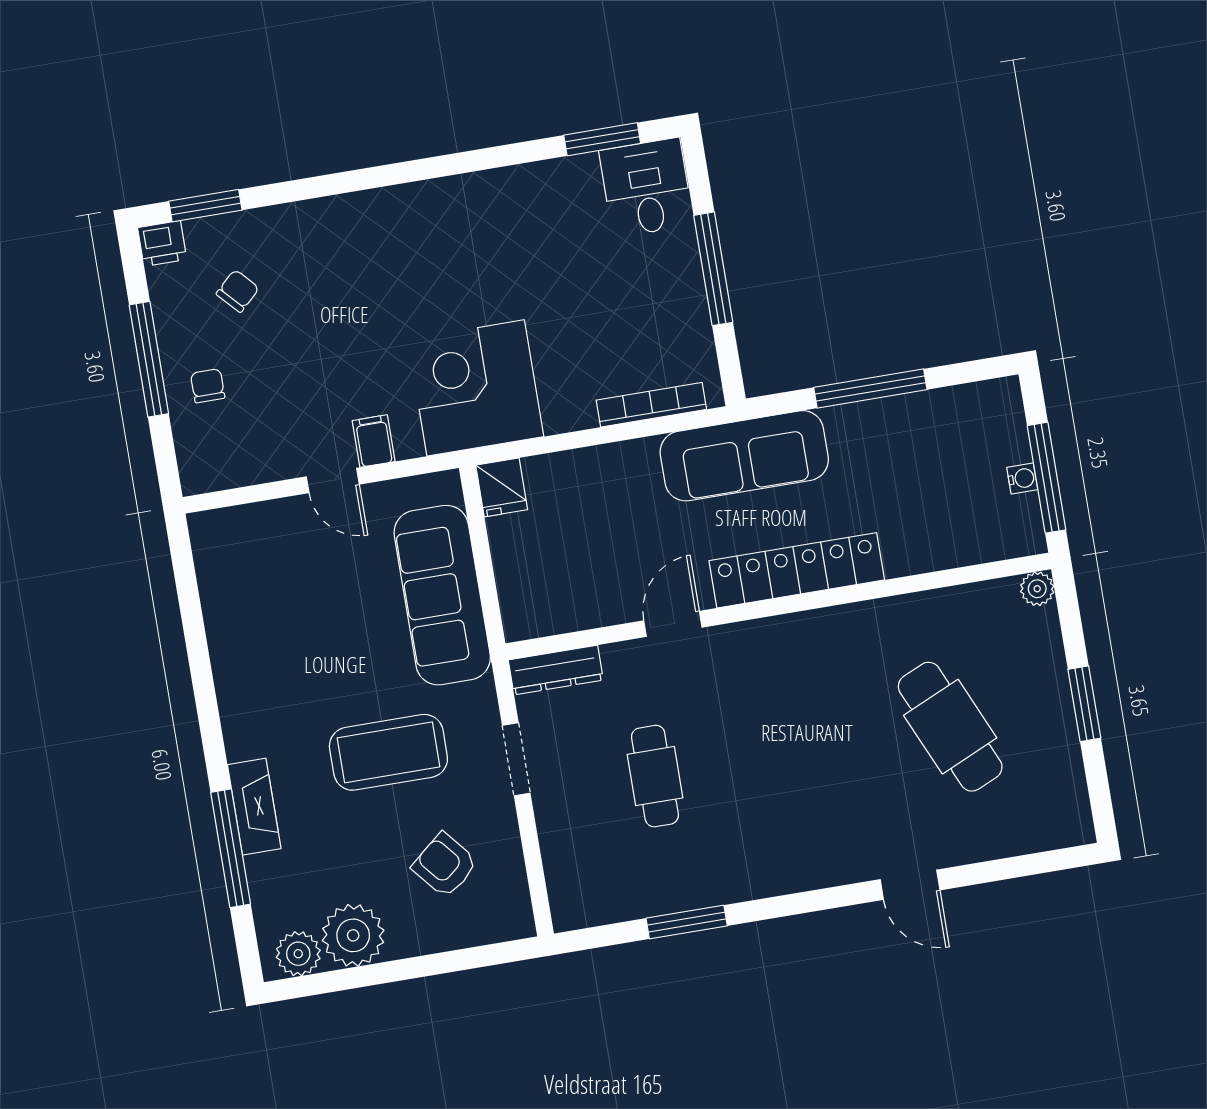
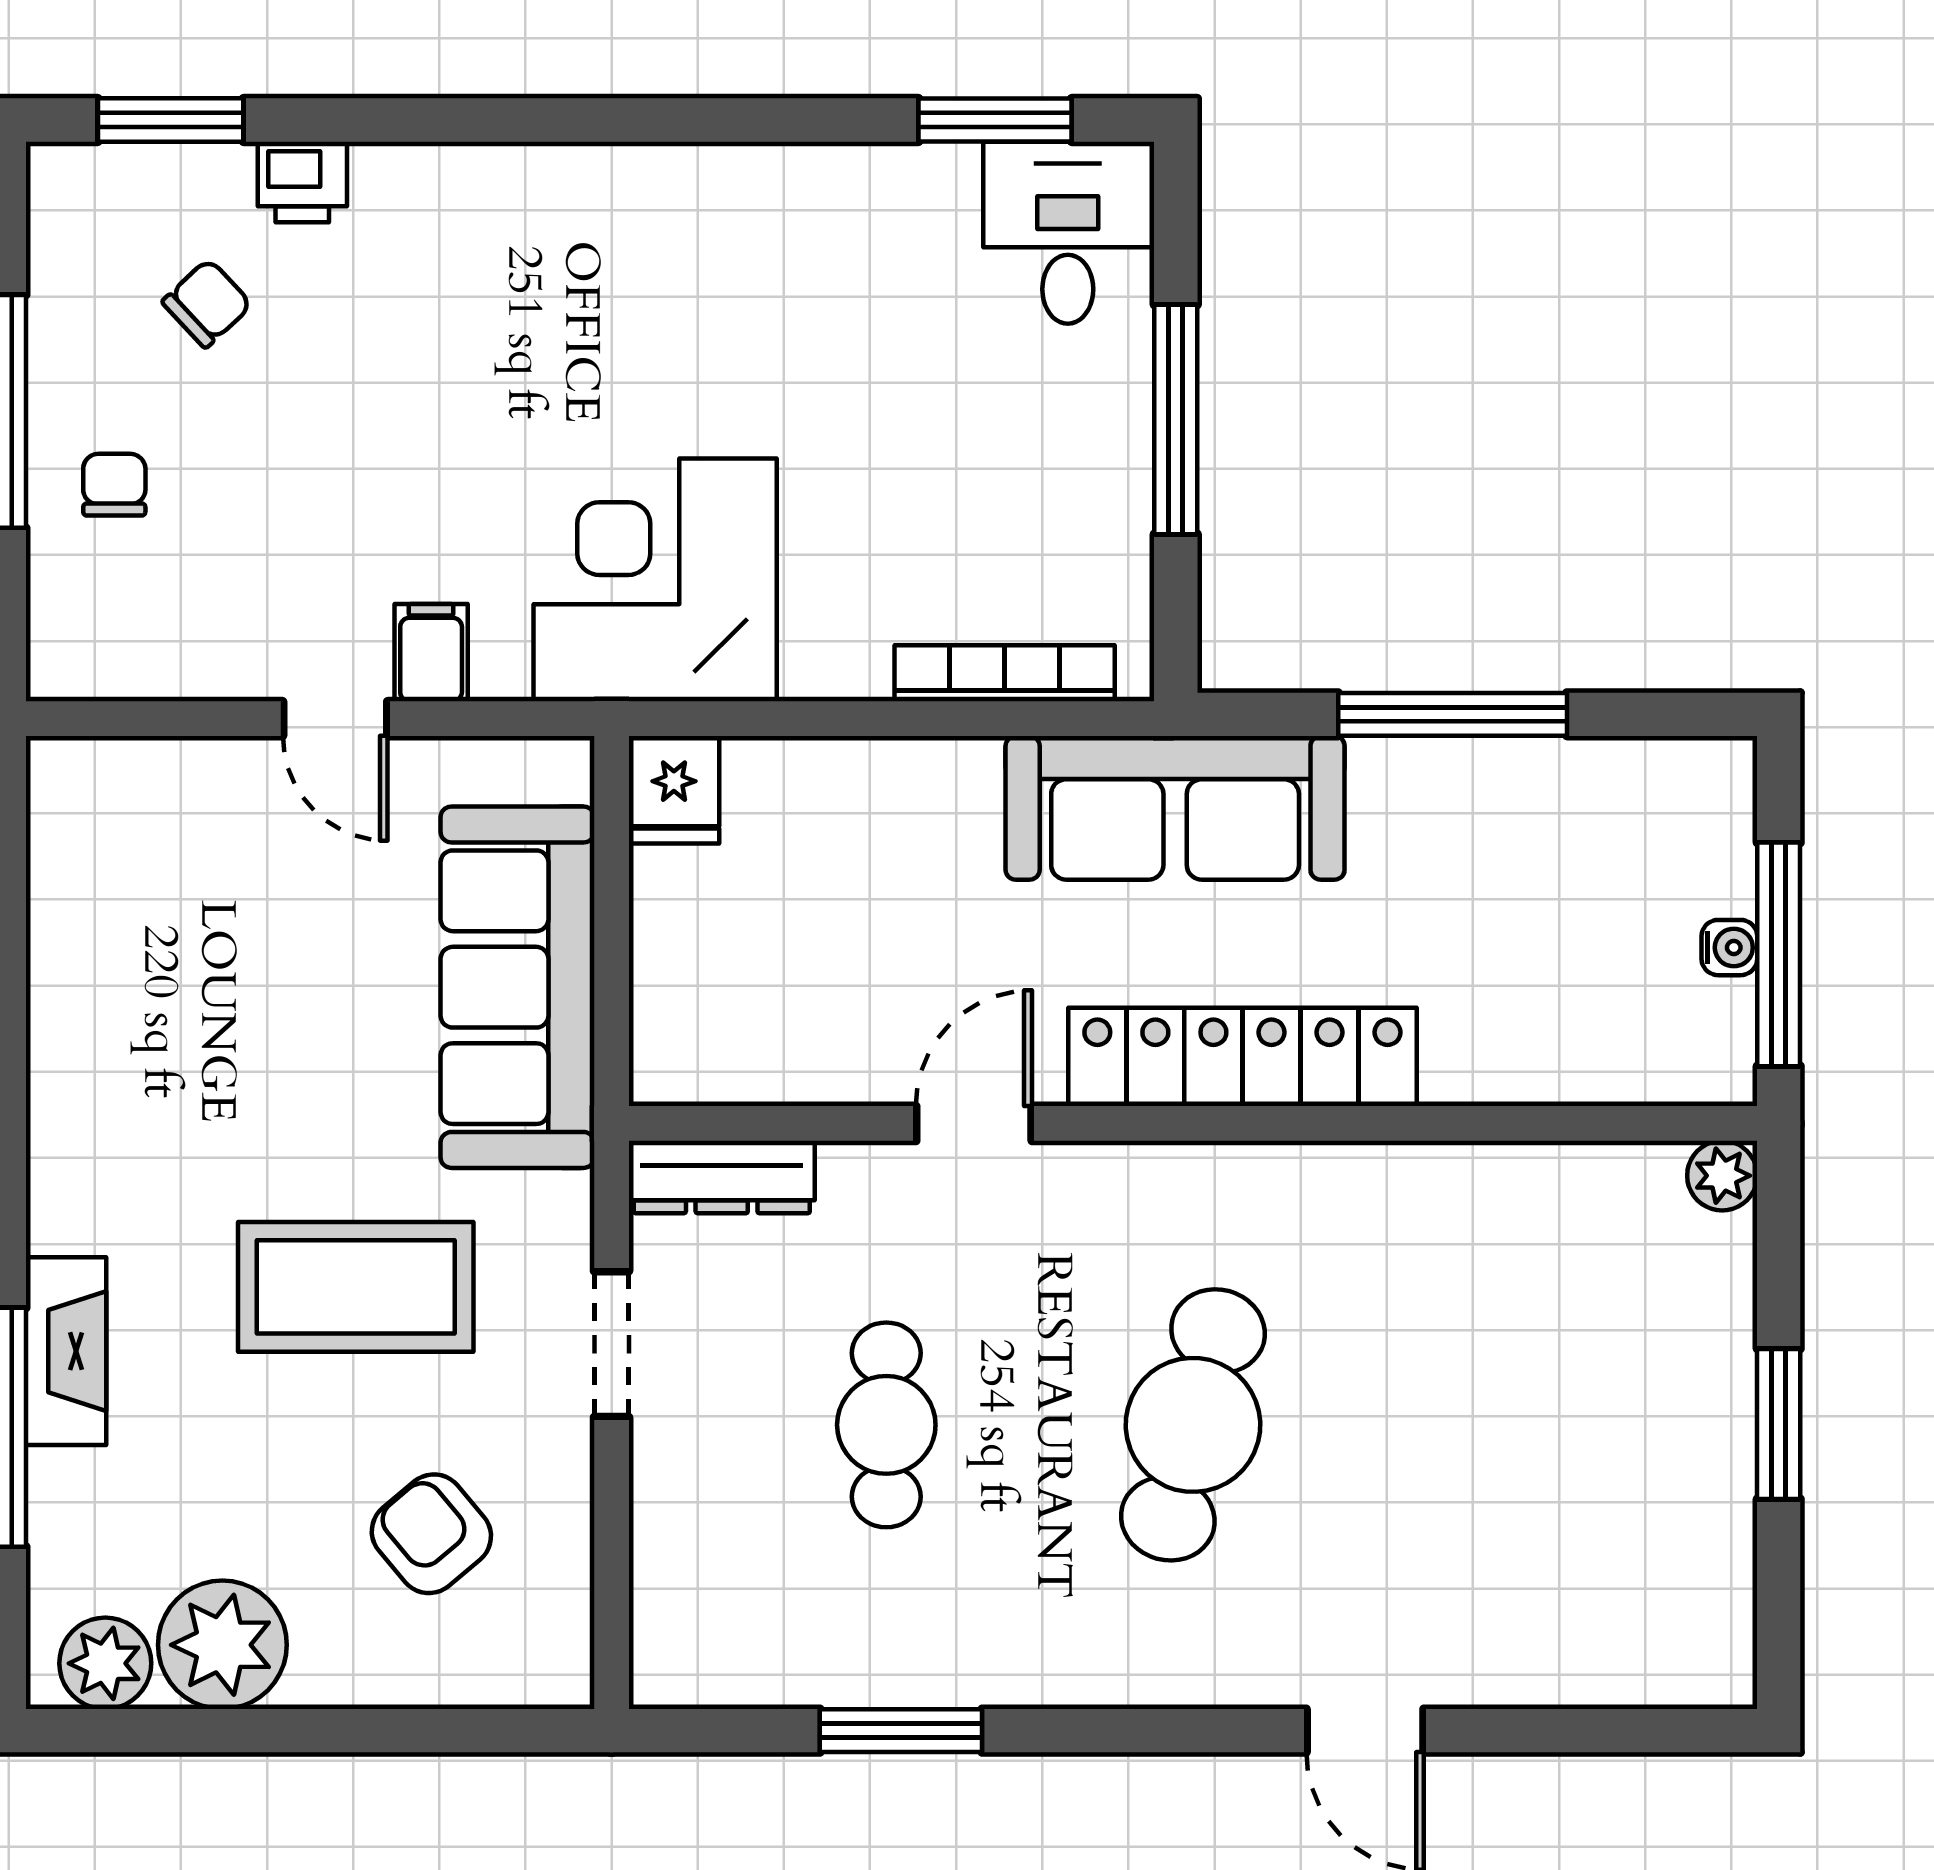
printer: (162, 244) -> (302, 182), moved
cafe table: (950, 727) -> (1193, 1425), moved, turned 39

